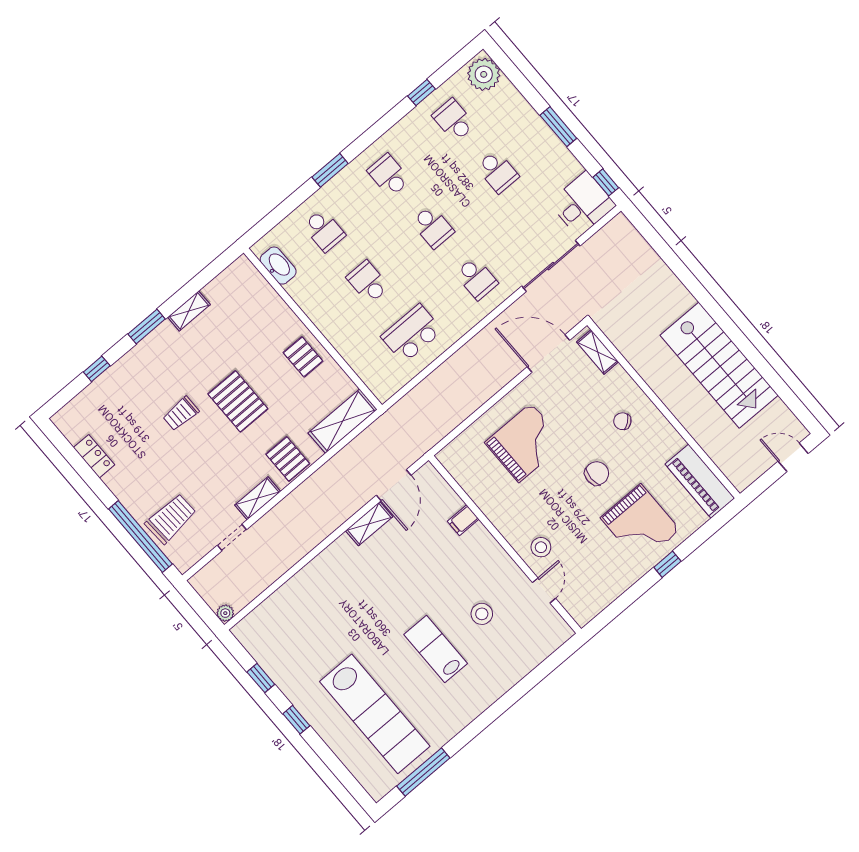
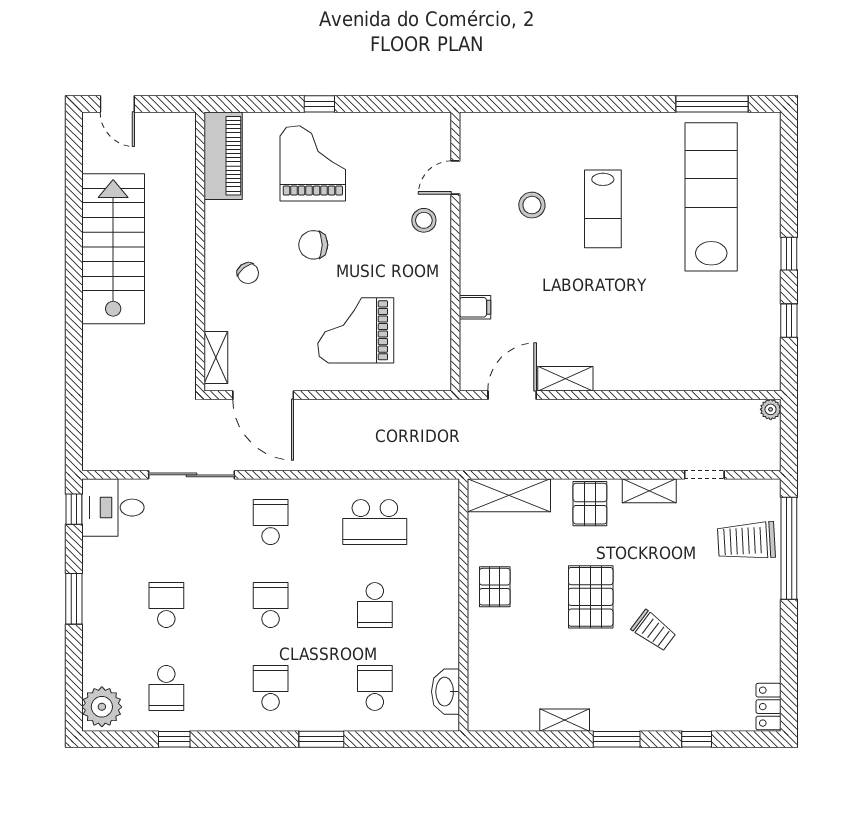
school desk: (389, 175) -> (271, 688), turned 180
trolley: (181, 414) -> (654, 631), turned 37
locker: (94, 456) -> (768, 707), moved

